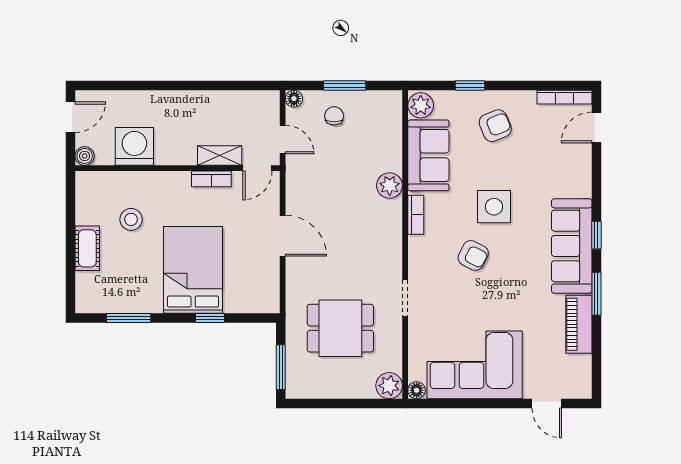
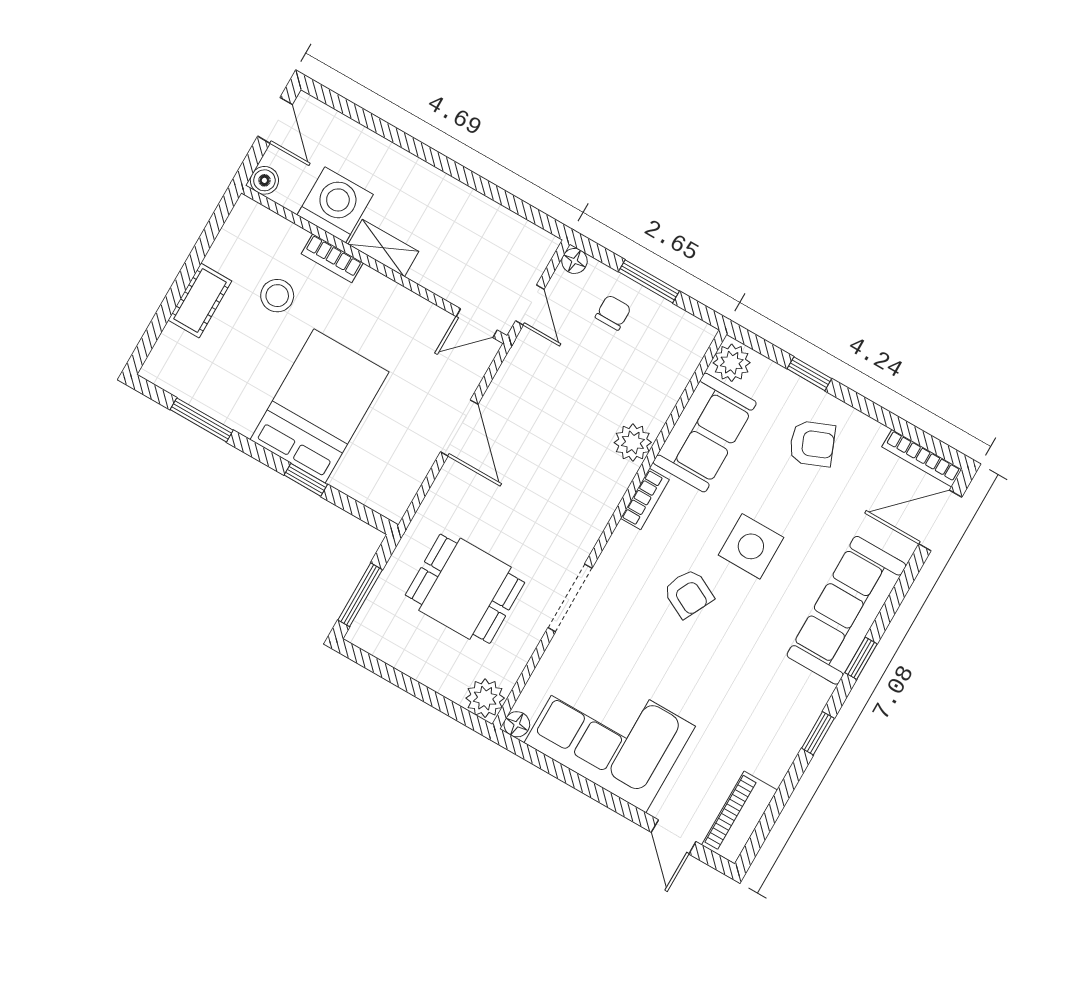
door: (71, 117) -> (275, 120), hinge flipped
door: (596, 128) -> (940, 520), width x1.37
shelving: (220, 156) -> (383, 248), moved
bookcase: (211, 179) -> (332, 258), moved
sofa: (572, 246) -> (846, 610), moved
window: (596, 294) -> (818, 733), width x0.67
doorway: (405, 298) -> (570, 598), width x1.38
piano: (579, 324) -> (739, 817), moved

